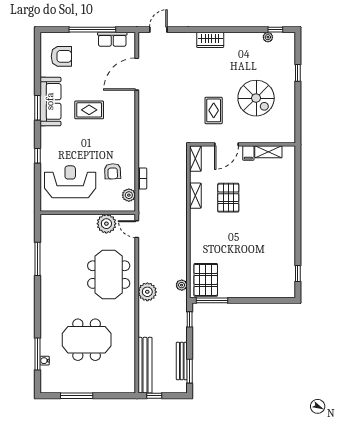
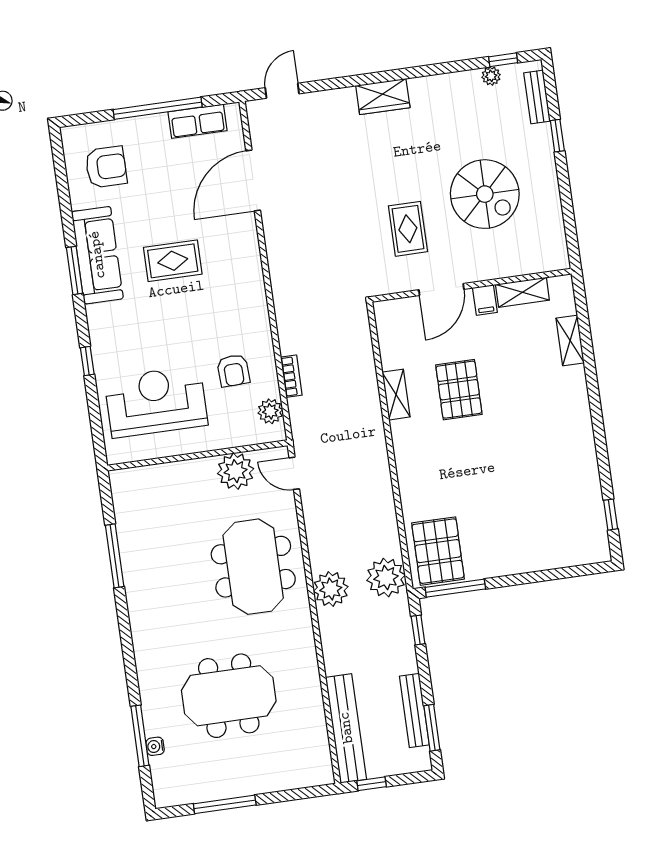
bench: (290, 51) -> (537, 97), added
shelving: (195, 159) -> (570, 340), moved
plant: (182, 285) -> (386, 578), width x1.88, depth x1.88

